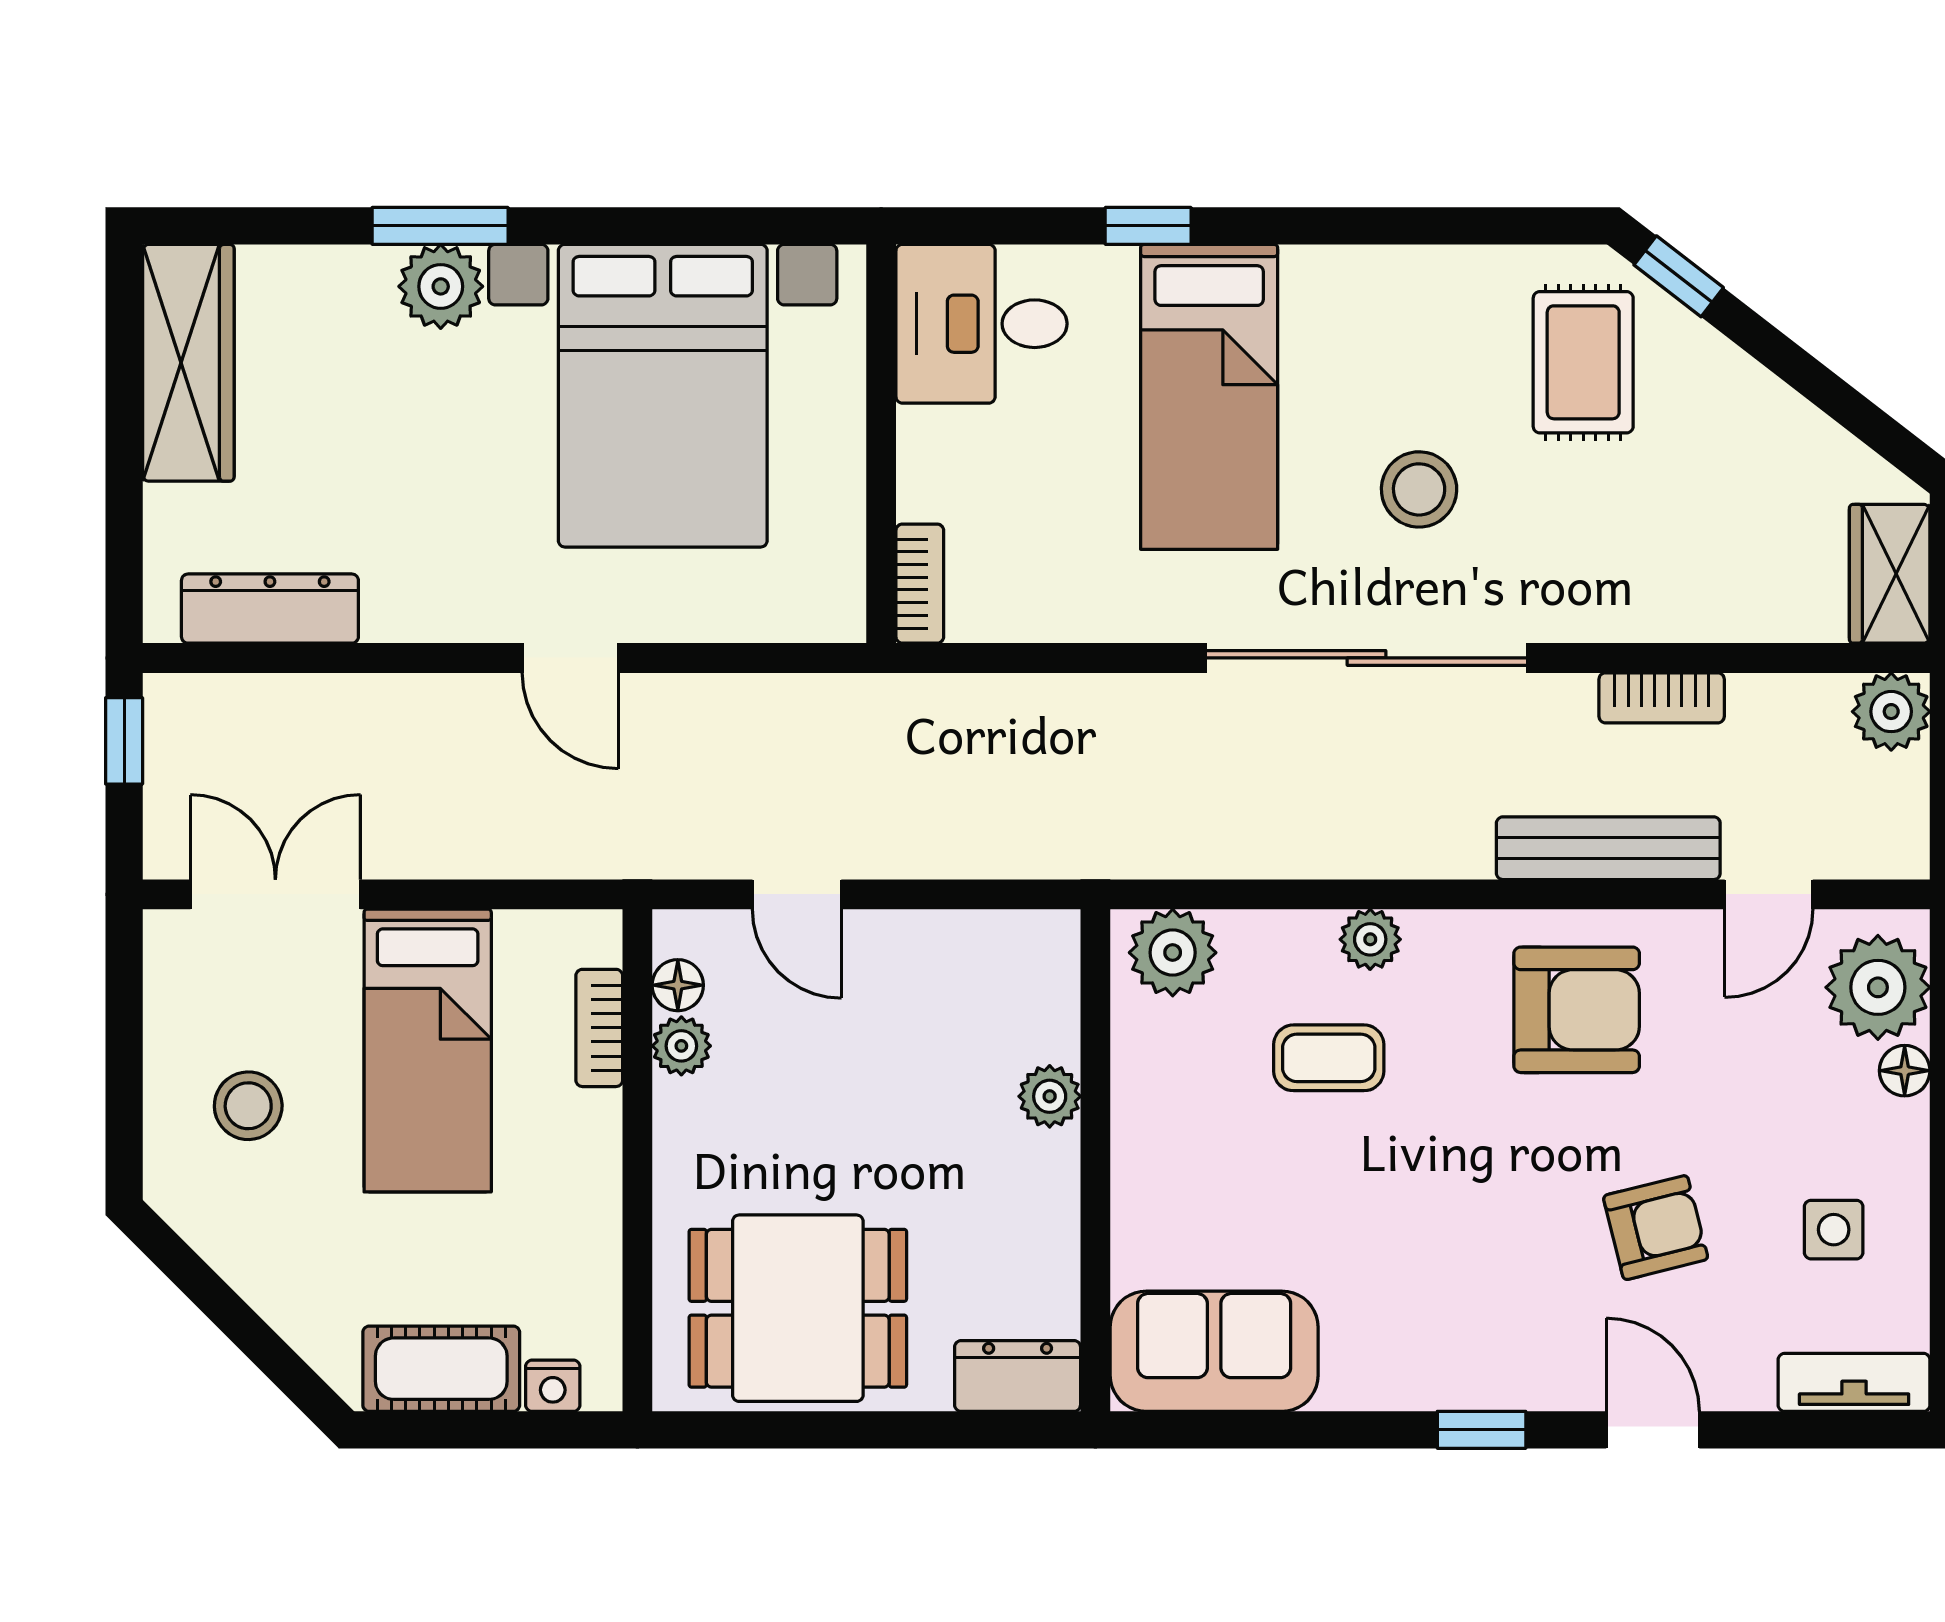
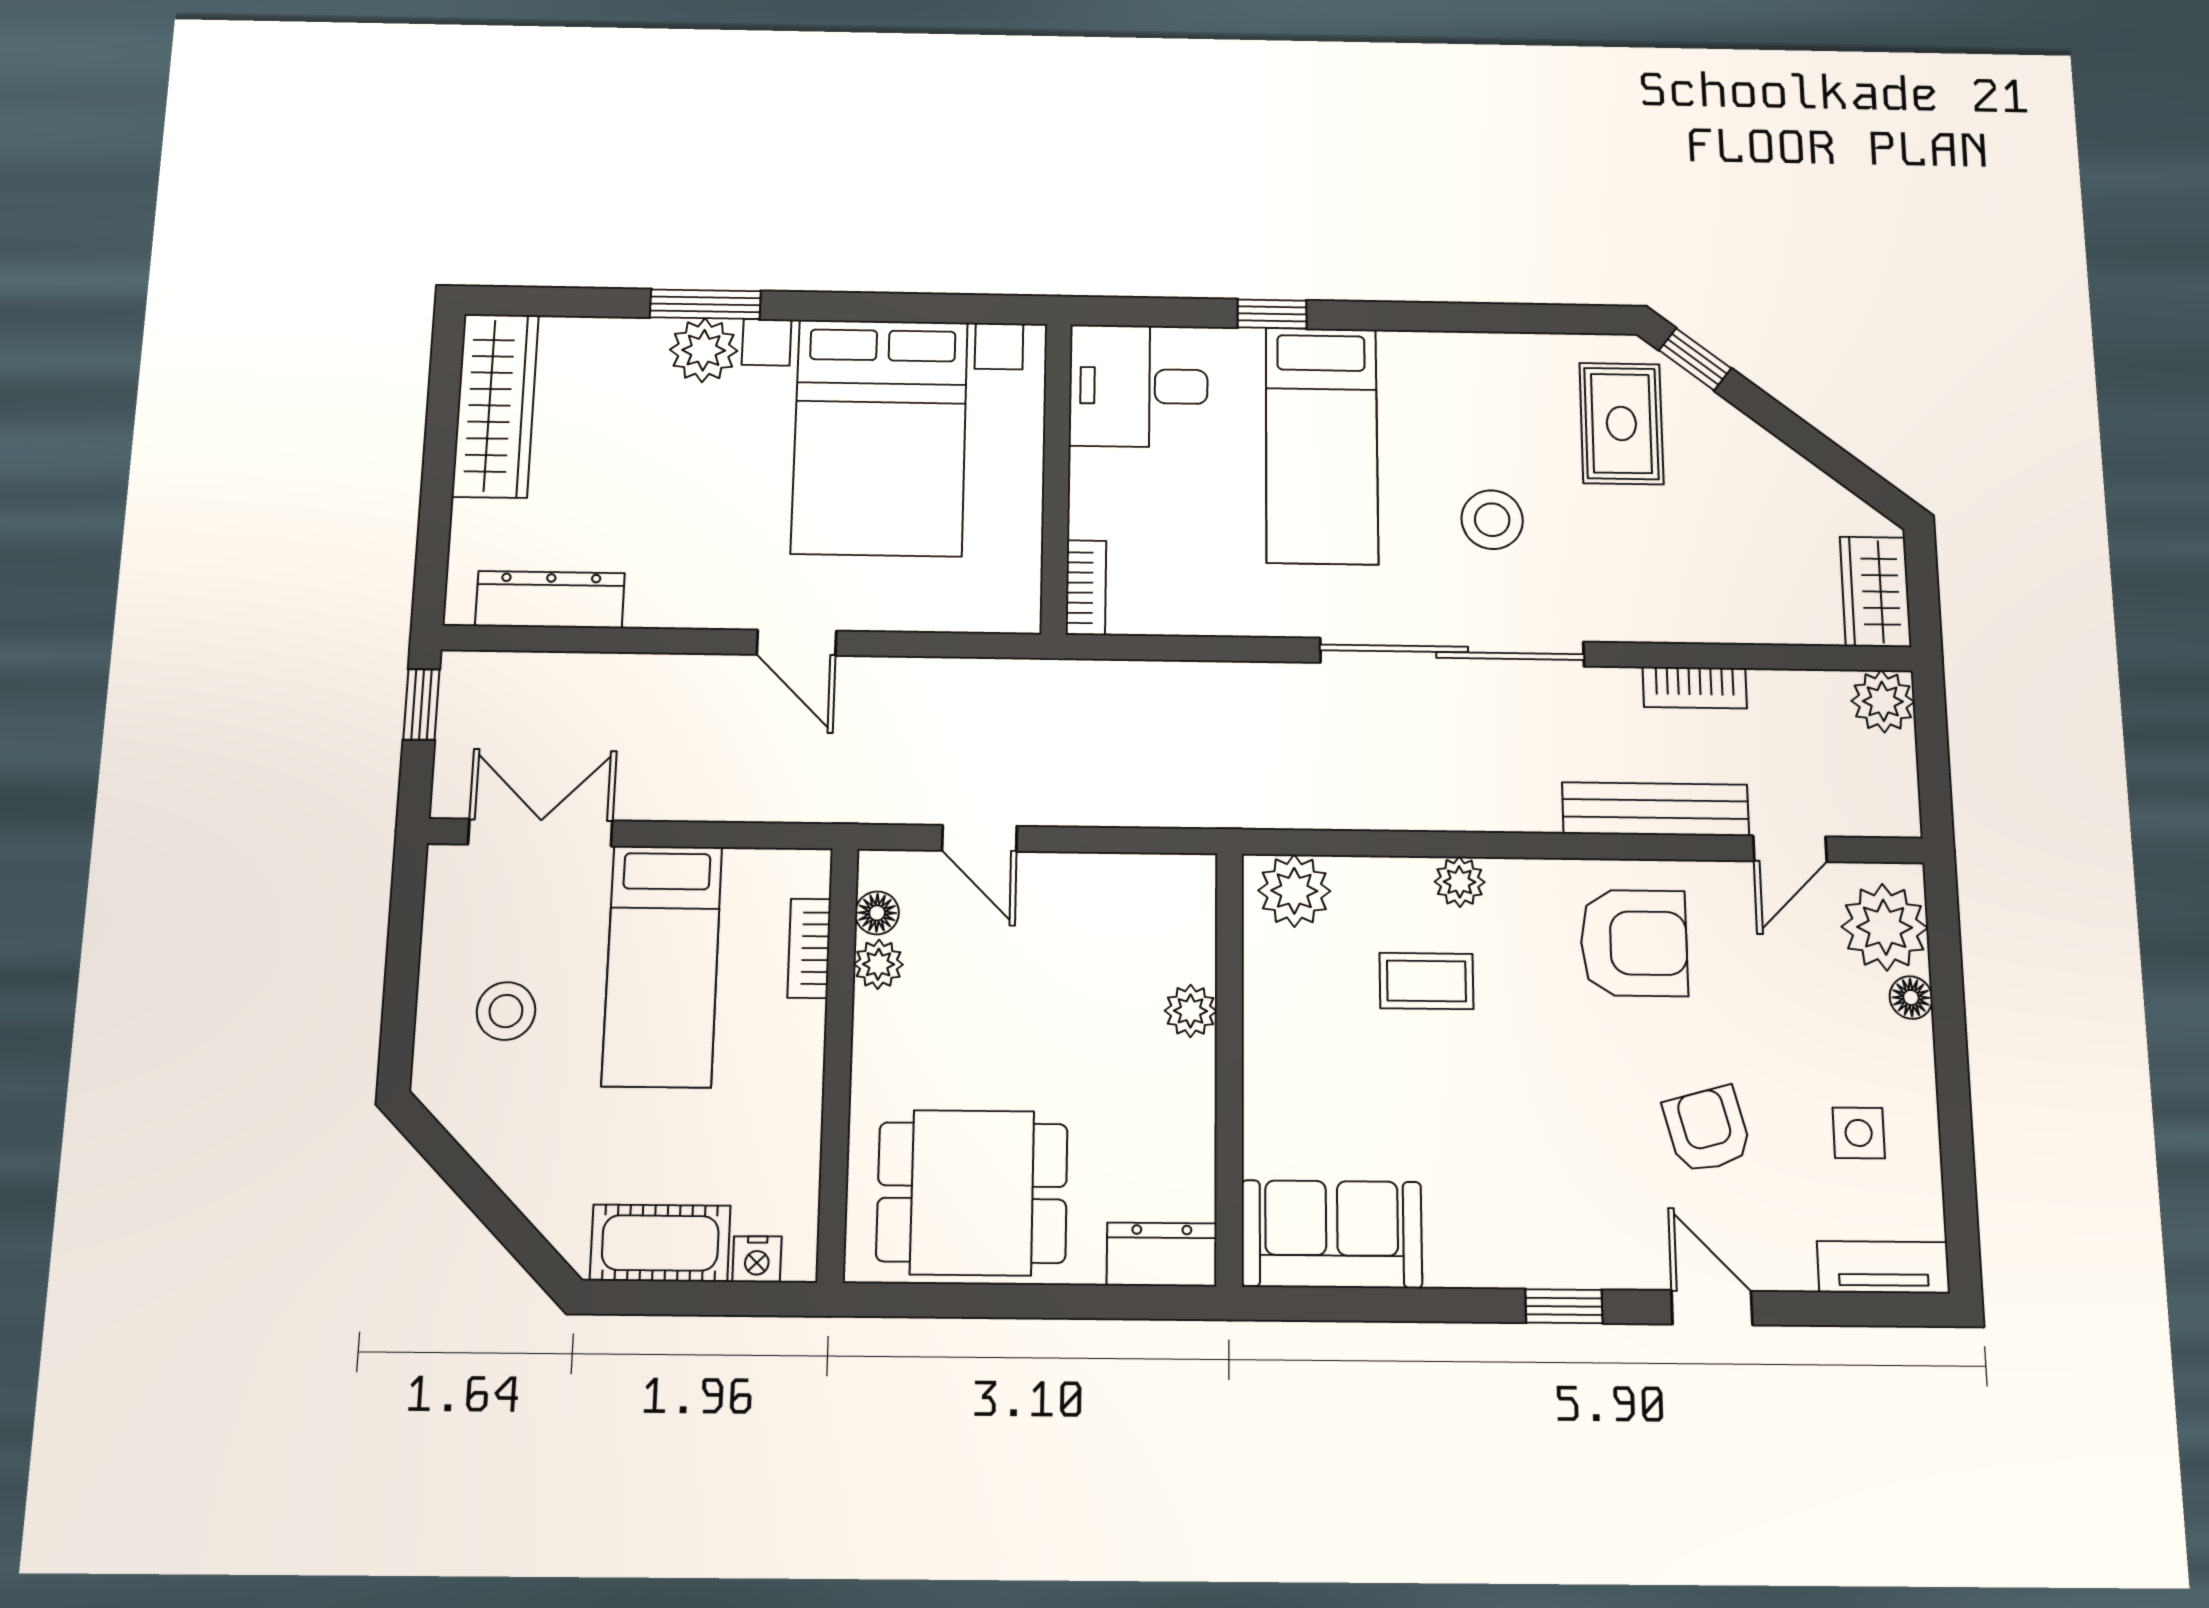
armchair: (1656, 1228) -> (1707, 1130), turned -91

